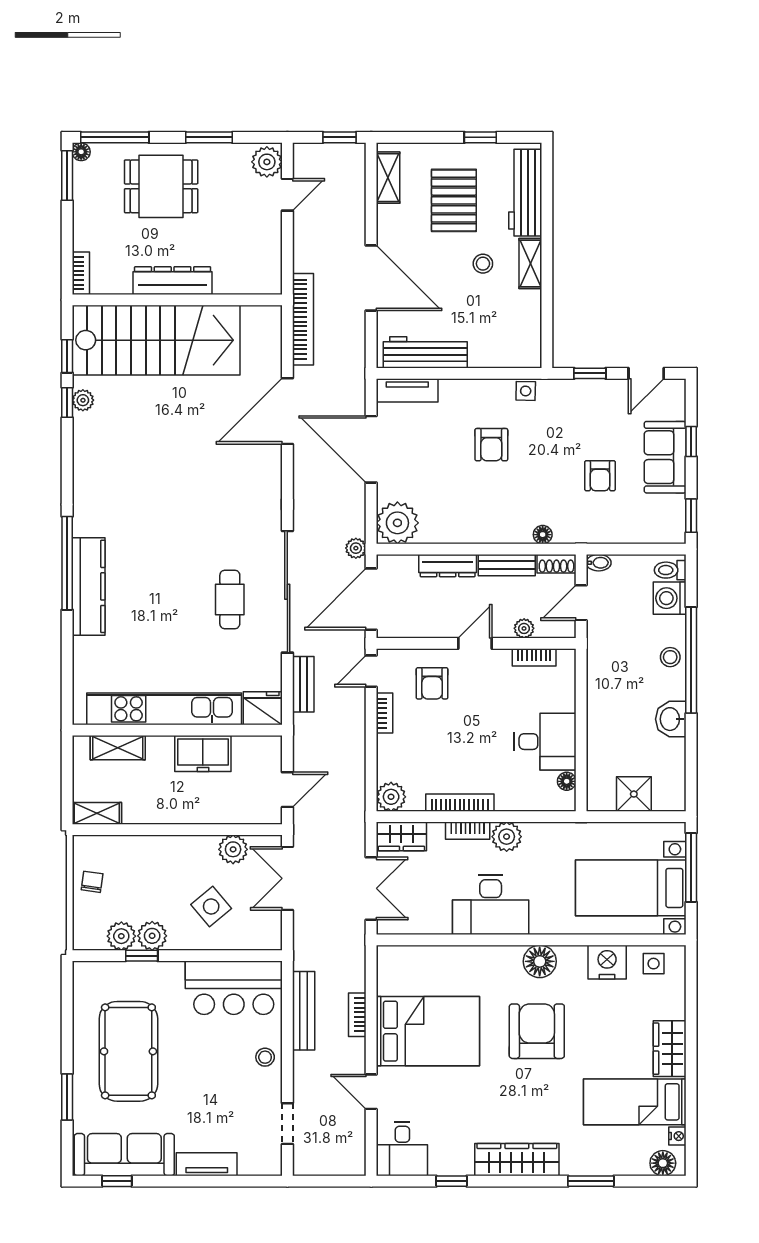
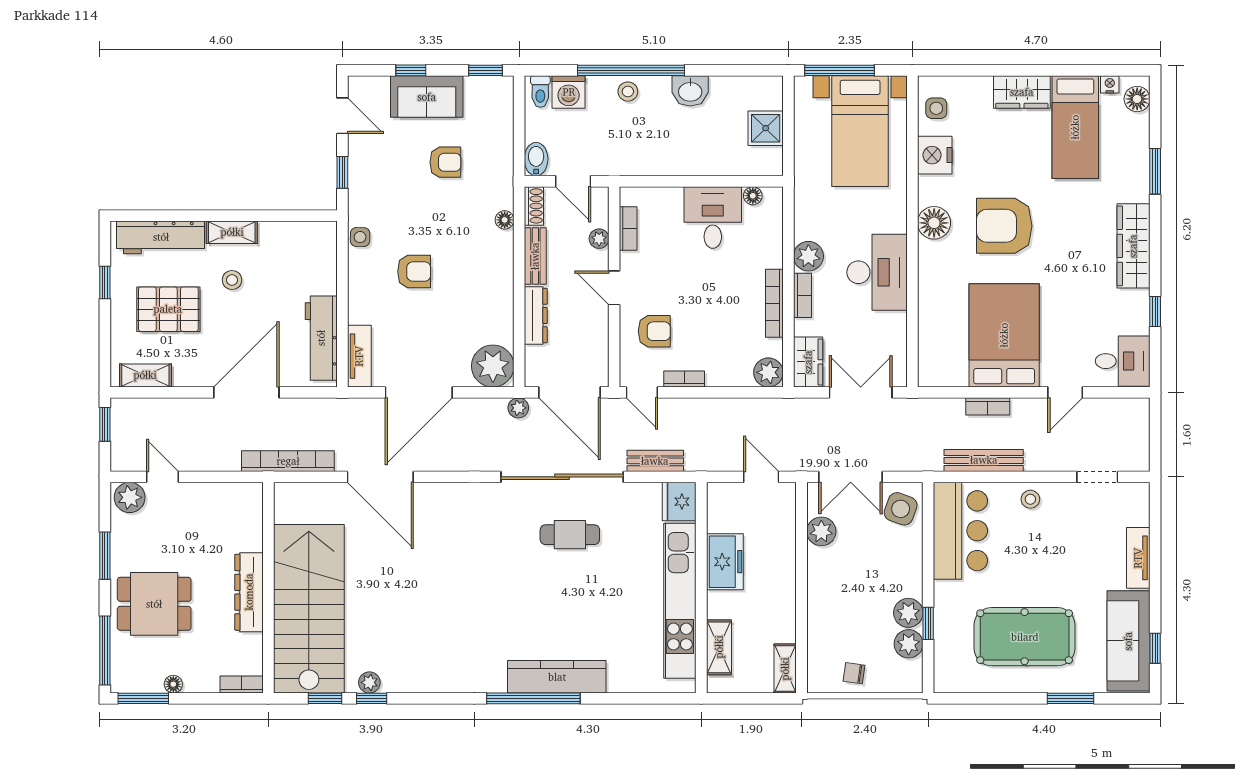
floor lamp: (81, 152) -> (173, 684), moved
dining table: (161, 186) -> (154, 604), turned 90
bidet: (599, 563) -> (536, 159), width x1.38, depth x1.36
side table: (211, 907) -> (901, 509), moved, turned -30

